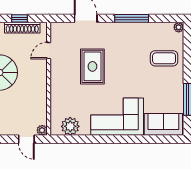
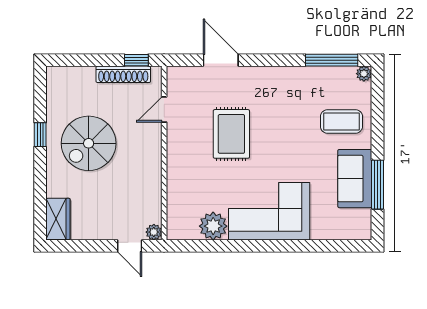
window: (19, 18) -> (136, 60), moved
window: (132, 18) -> (332, 60), moved
sofa: (163, 124) -> (355, 179), moved, turned -90
plant: (70, 126) -> (213, 226), moved

